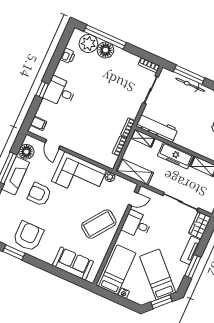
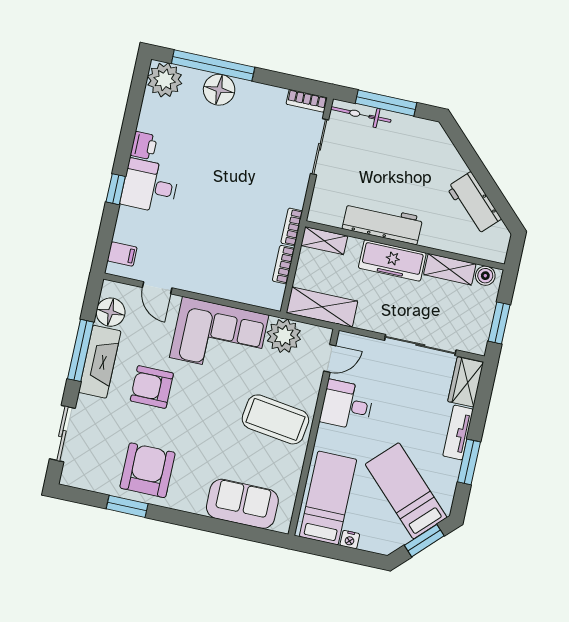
plant: (88, 44) -> (165, 80), moved
printer: (68, 56) -> (144, 146), moved
bicycle: (190, 85) -> (361, 115), moved
workbench: (157, 128) -> (382, 223), moved
plant: (110, 177) -> (284, 336), width x1.88, depth x1.88
coffee table: (99, 224) -> (275, 419), turned 62

